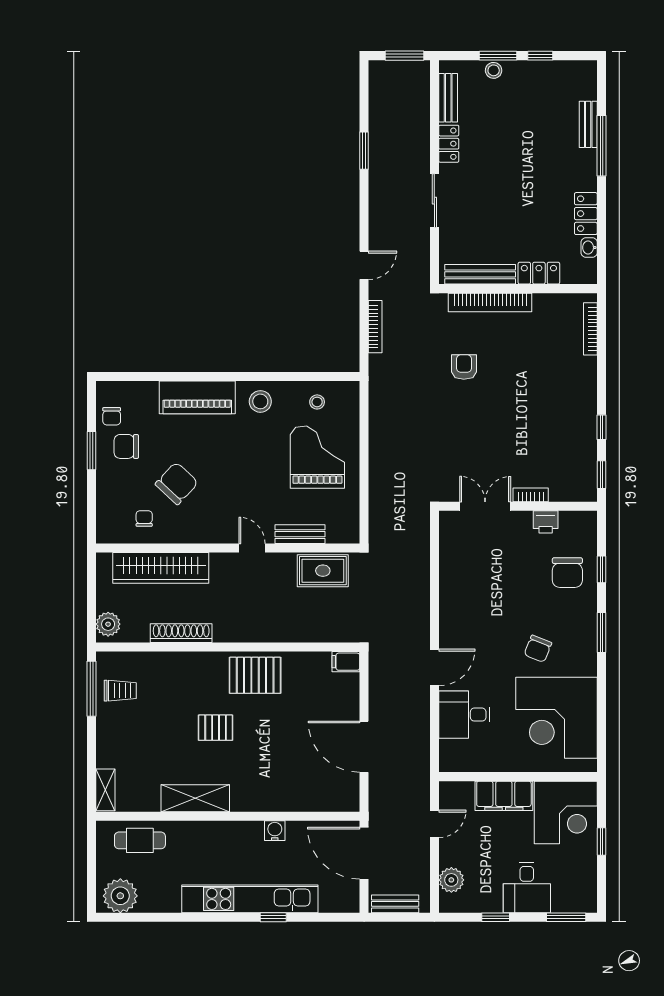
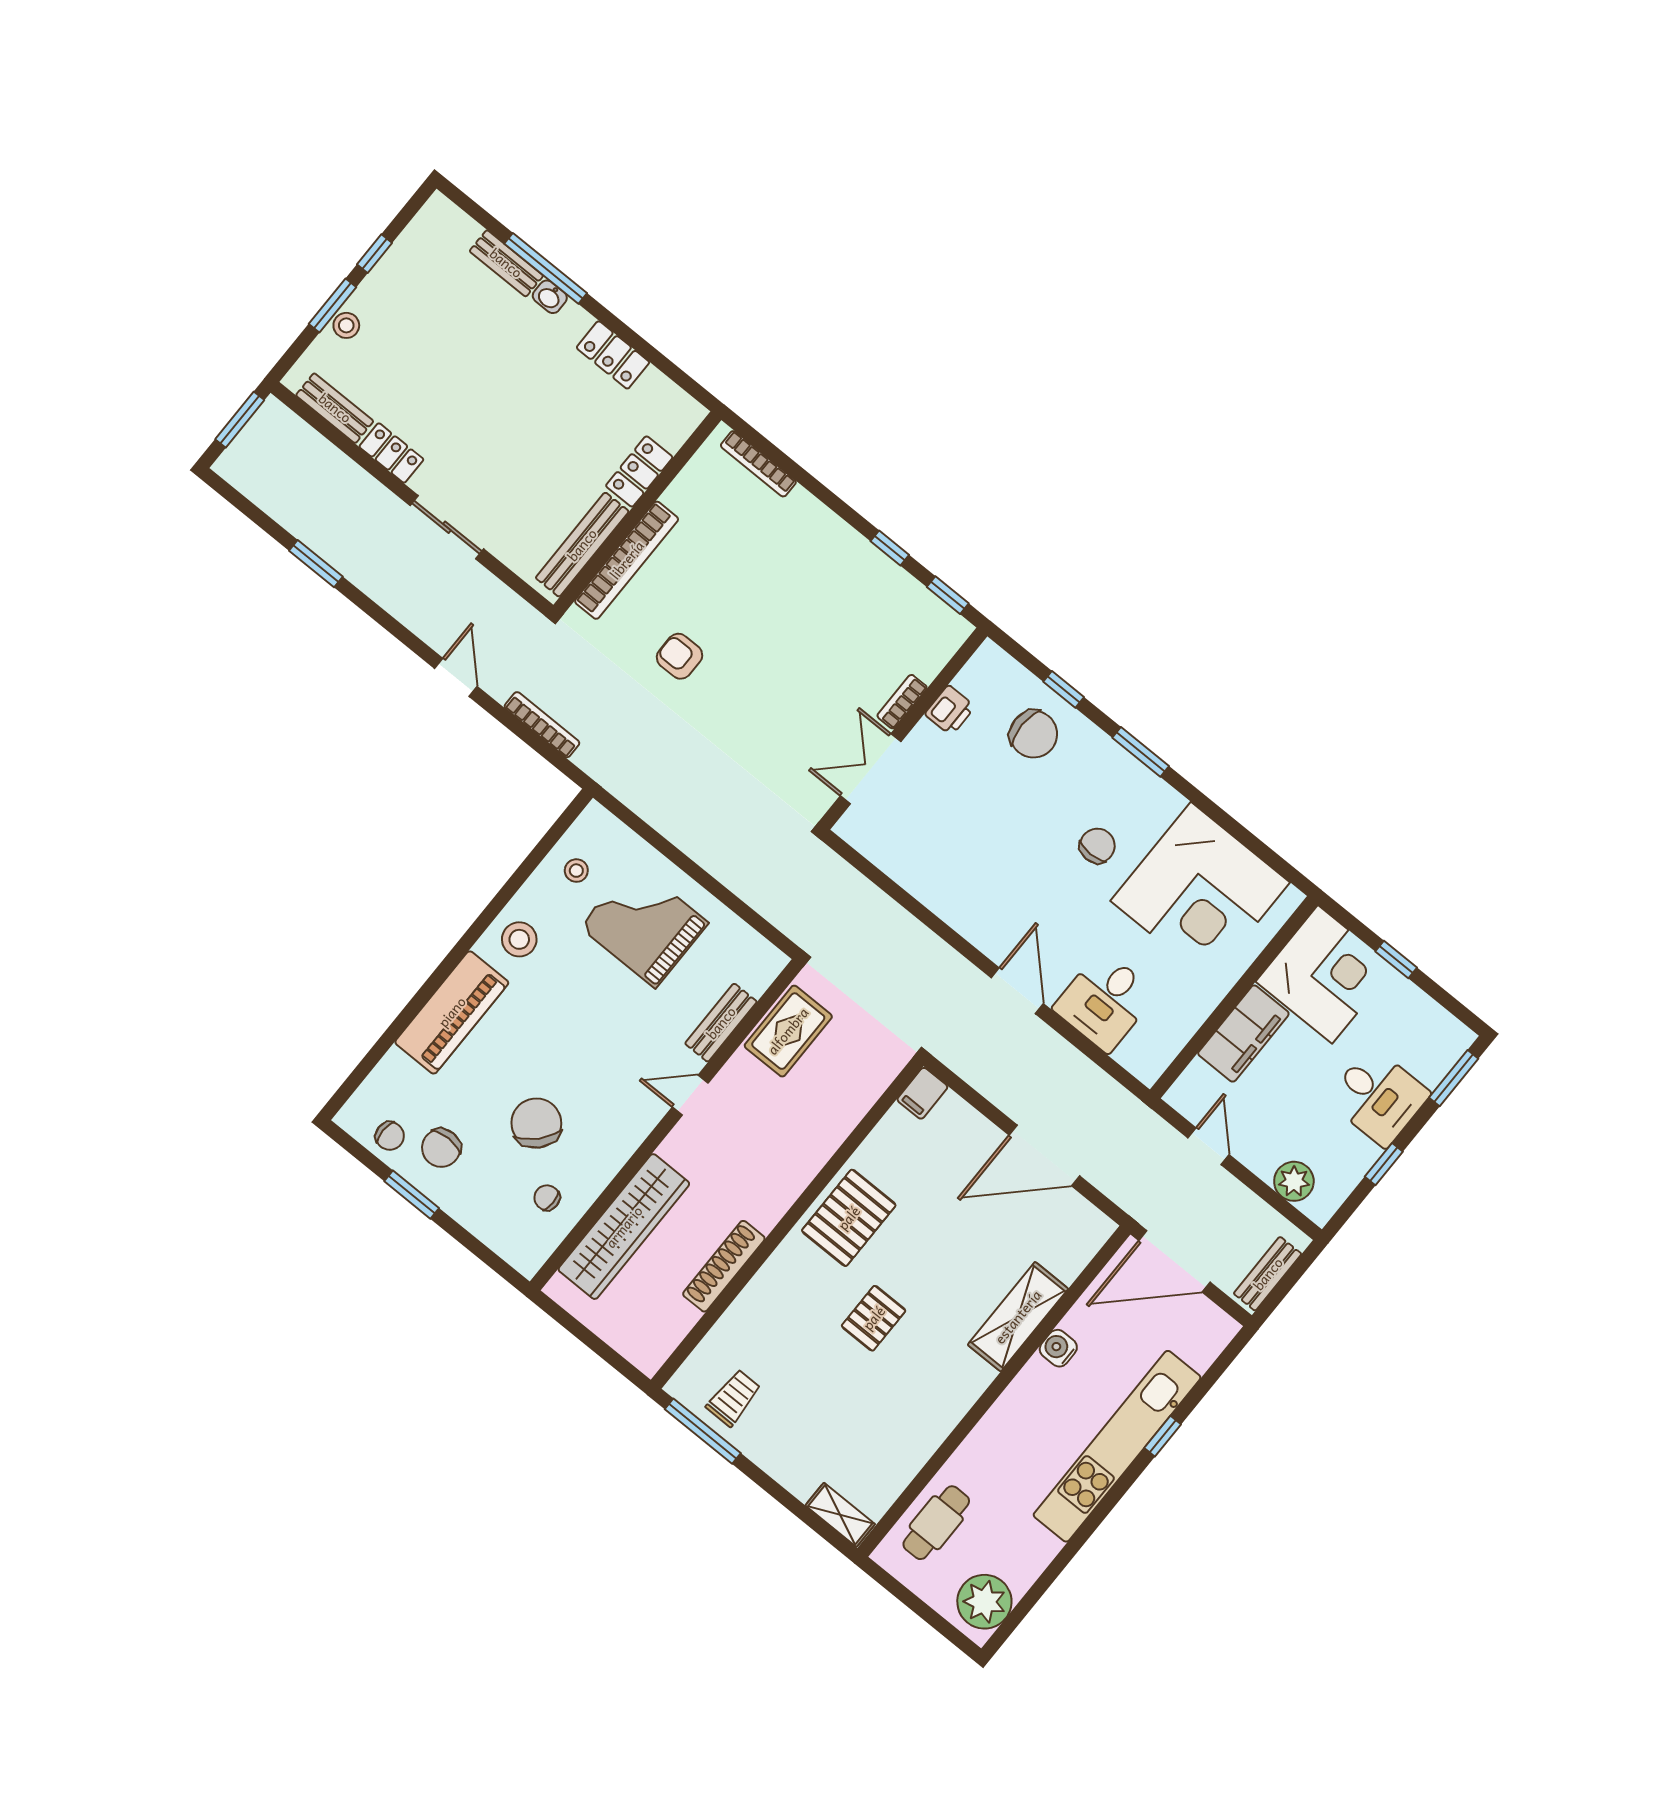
washbasin: (589, 248) -> (550, 297), moved
plant: (108, 624) -> (640, 1347), removed
chair: (538, 649) -> (1097, 846), turned -112
shelving: (195, 798) -> (1018, 1317), moved

